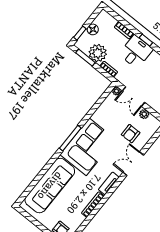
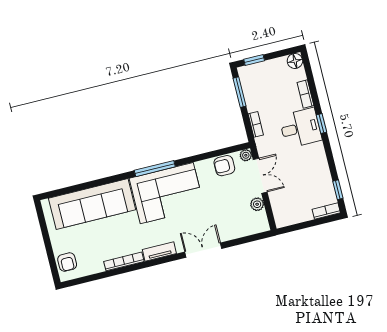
floor lamp: (93, 29) -> (295, 61), moved
plant: (98, 53) -> (257, 97), removed
double door: (134, 97) -> (260, 176), swing flipped
armchair: (131, 134) -> (224, 166), moved

